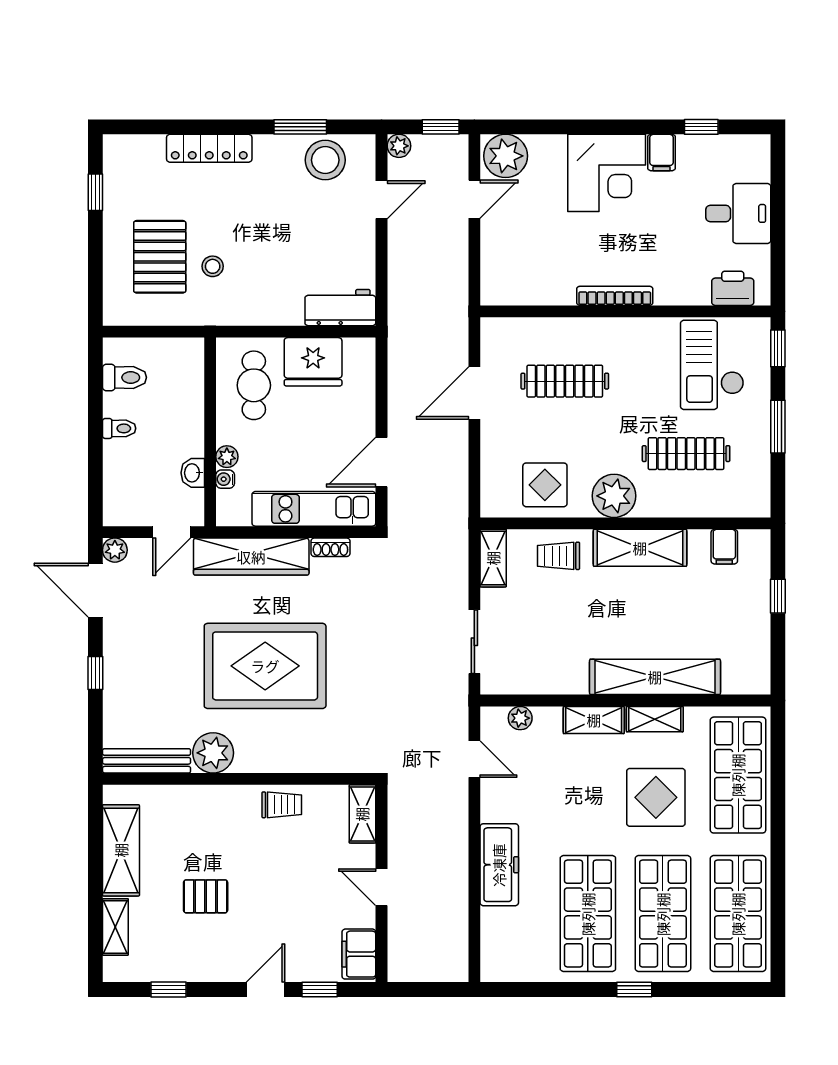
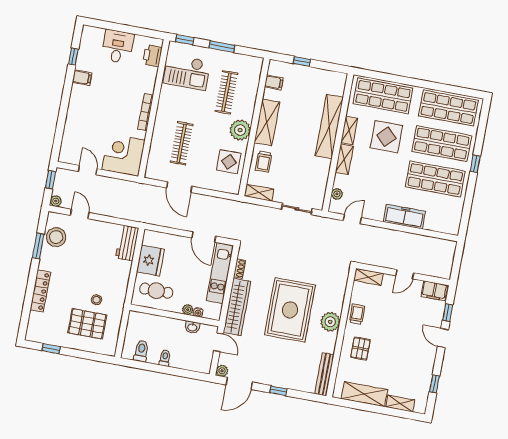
plant: (506, 156) -> (70, 152), removed
corner desk: (607, 173) -> (123, 155), moved, turned -90
plant: (213, 753) -> (330, 322), moved
pallet: (206, 896) -> (360, 349), moved

